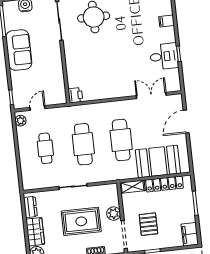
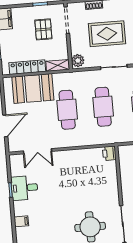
plant: (114, 214) -> (78, 61), moved

